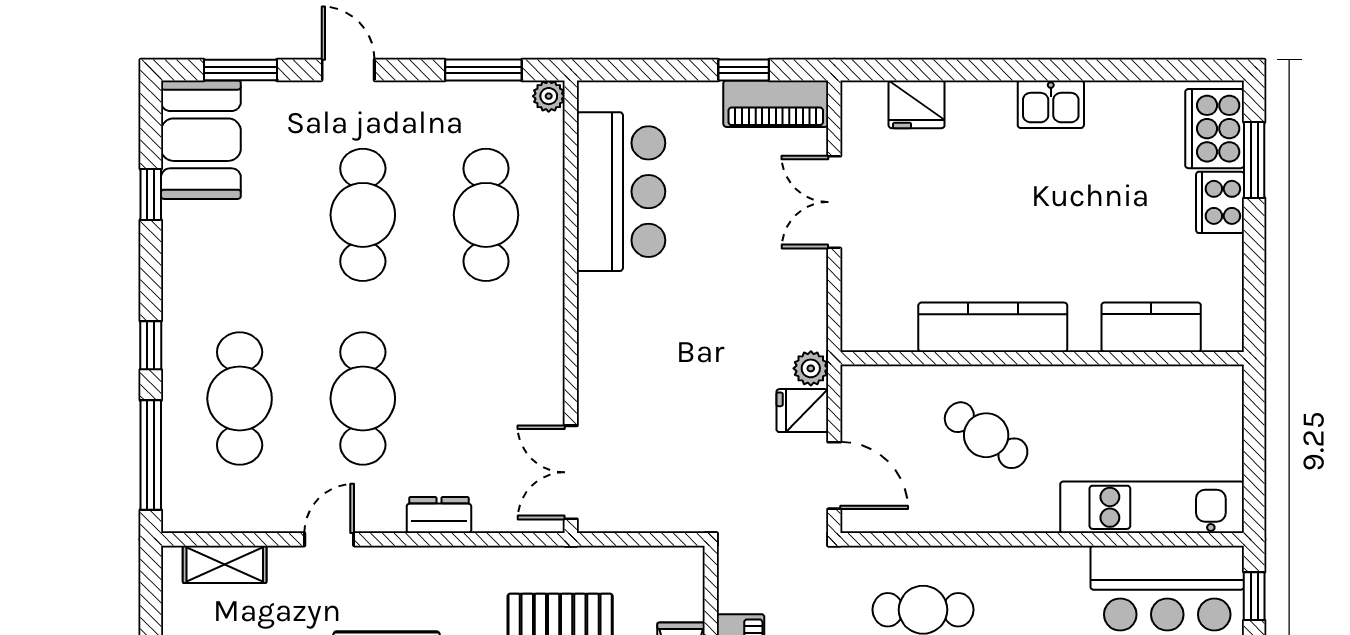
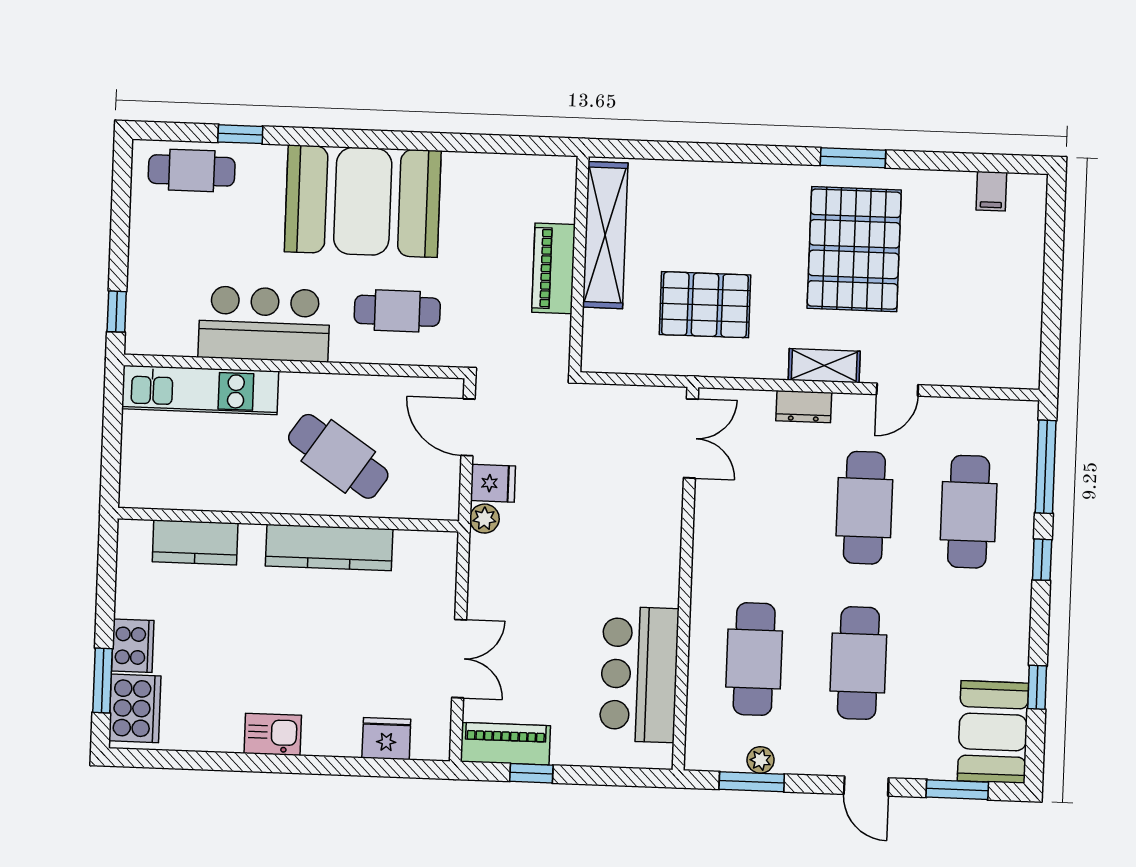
plant: (549, 96) -> (761, 760), moved
cafe table: (986, 435) -> (338, 456), width x1.37, depth x1.35
shelving: (225, 564) -> (824, 366), moved
bar counter: (1167, 588) -> (264, 324), moved

